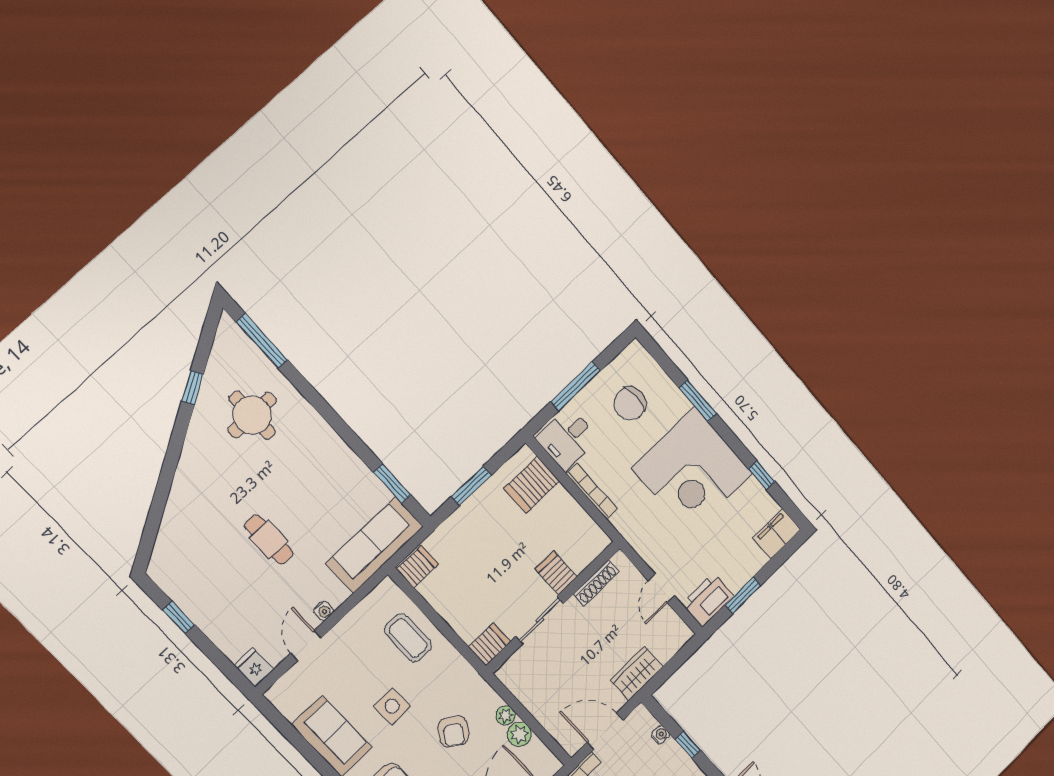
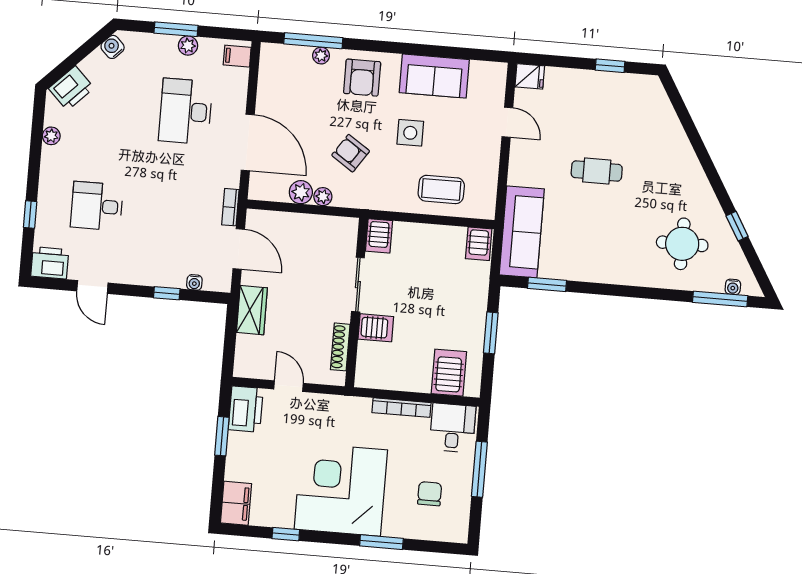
chair: (630, 404) -> (430, 494), width x0.73, depth x0.73
water cooler: (324, 611) -> (733, 287), moved, turned -90
door: (605, 731) -> (239, 249), hinge flipped

